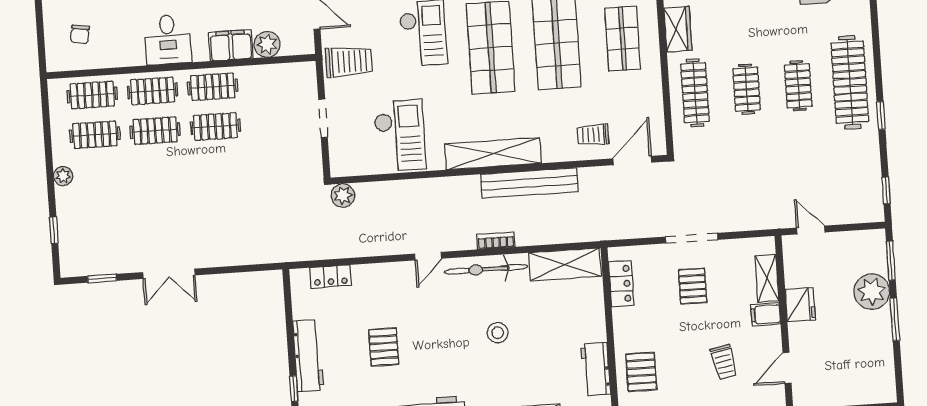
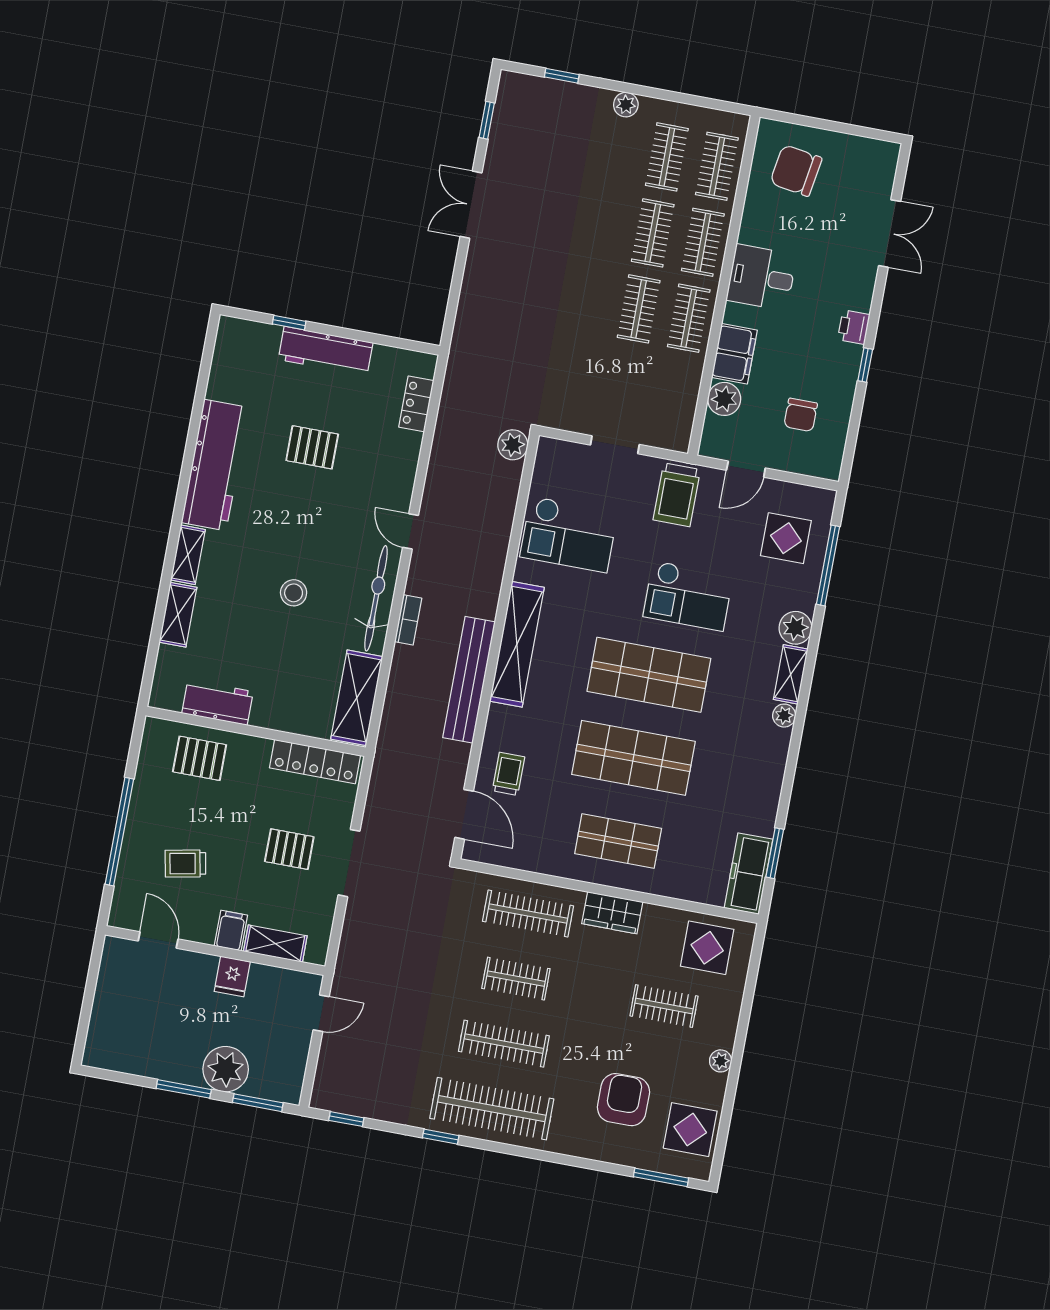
chair: (80, 34) -> (796, 171), width x1.87, depth x1.87
clothes rail: (798, 86) -> (504, 1044), width x1.36
locker: (621, 284) -> (315, 762), width x1.53
fridge: (800, 305) -> (232, 976), width x0.72

